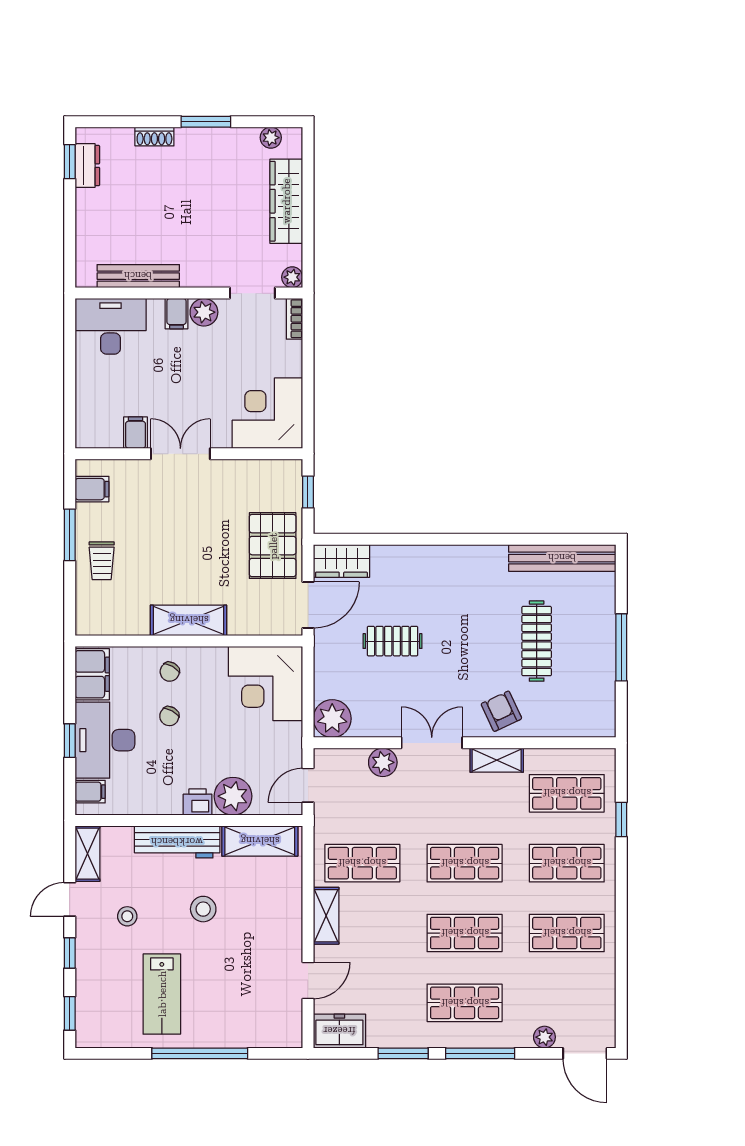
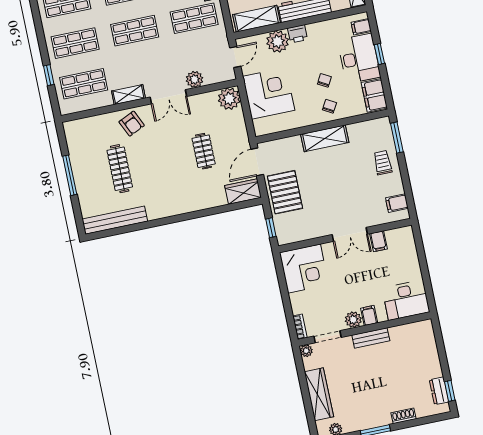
bench: (138, 276) -> (371, 338), moved, width x0.73
window: (70, 535) -> (397, 138), moved
clothes rail: (392, 641) -> (204, 151), turned 90
corner desk: (265, 684) -> (269, 93), moved

